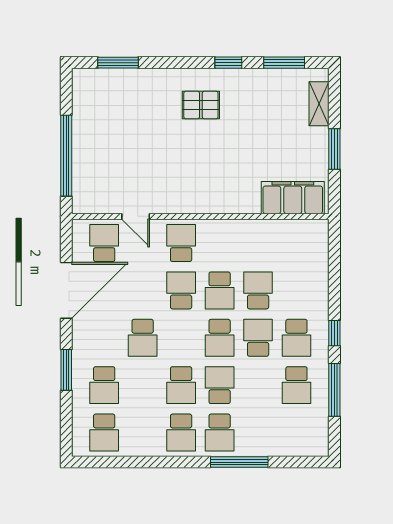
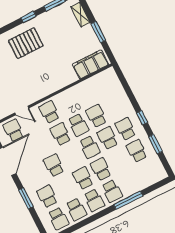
pallet: (201, 105) -> (26, 43), width x1.50, depth x1.42
school desk: (143, 338) -> (54, 165), turned 180
school desk: (296, 338) -> (125, 129), turned 180
school desk: (104, 385) -> (47, 196), turned 180
school desk: (181, 385) -> (83, 178), turned 180
school desk: (296, 385) -> (137, 151), turned 180
window: (334, 390) -> (155, 144), width x0.69
school desk: (143, 433) -> (76, 209), added

